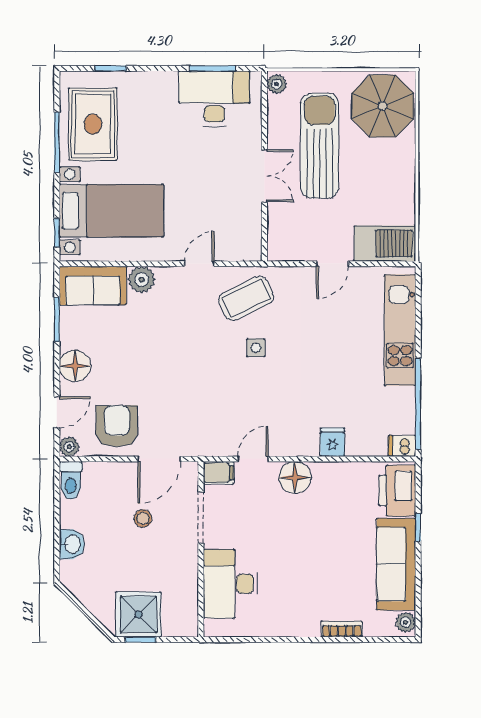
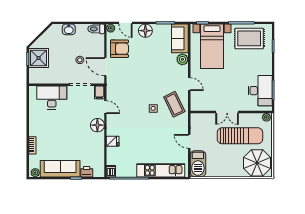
printer: (397, 491) -> (87, 172), width x0.53, depth x0.68

